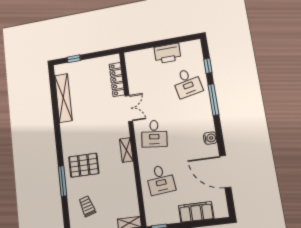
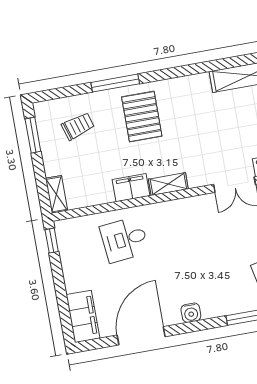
desk: (154, 134) -> (195, 227), removed
filing cabinet: (127, 174) -> (131, 188), added
filing cabinet: (196, 212) -> (83, 316), moved

